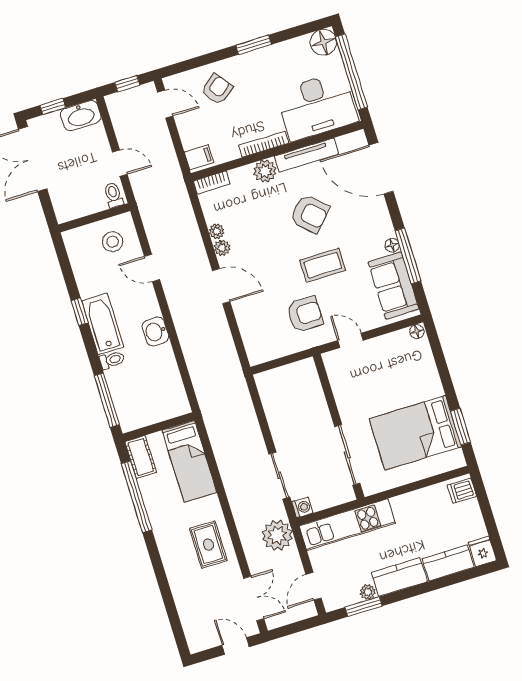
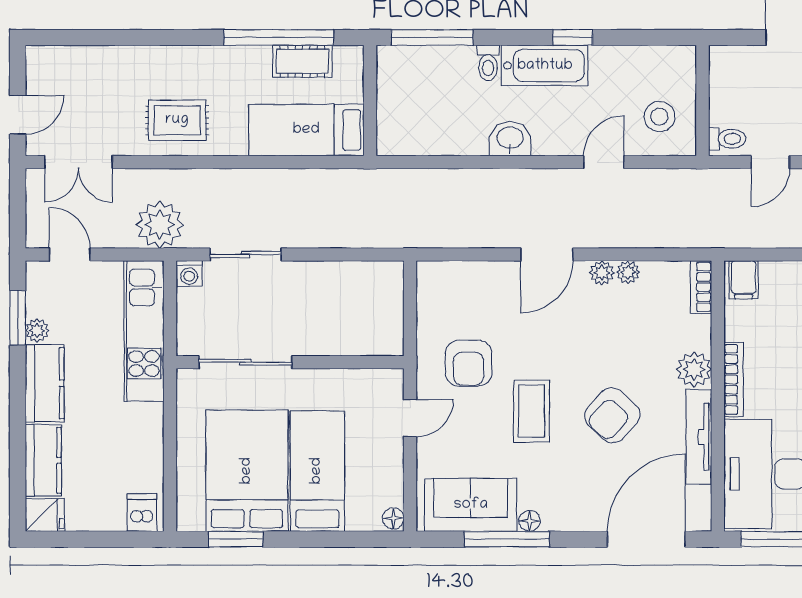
bed: (402, 388) -> (317, 471), added
cot: (141, 457) -> (302, 61), moved

